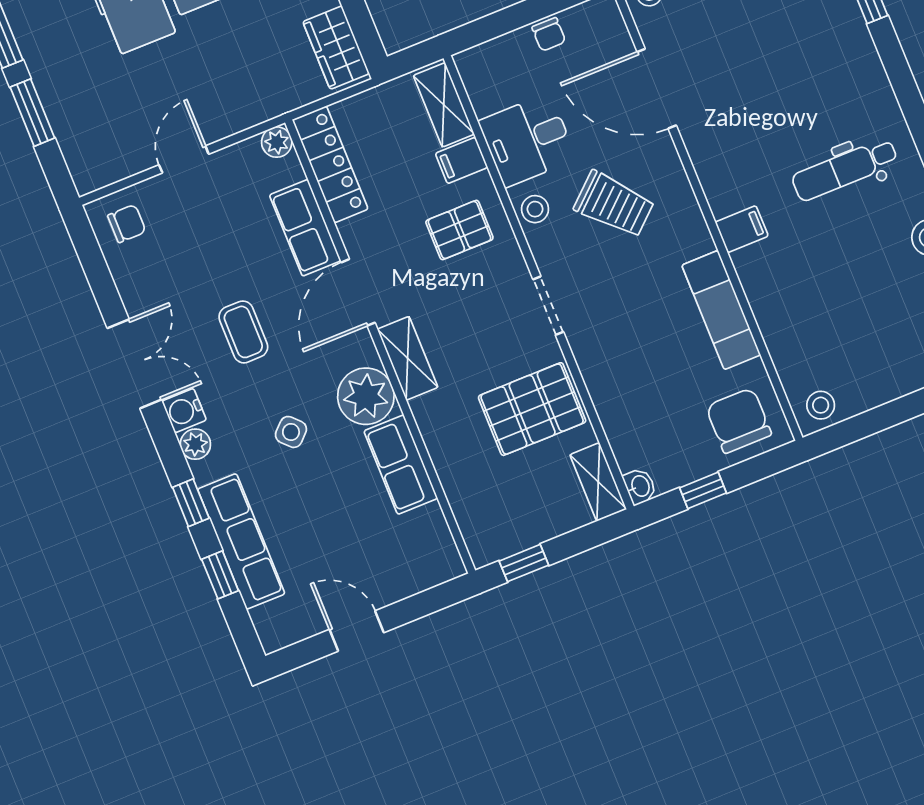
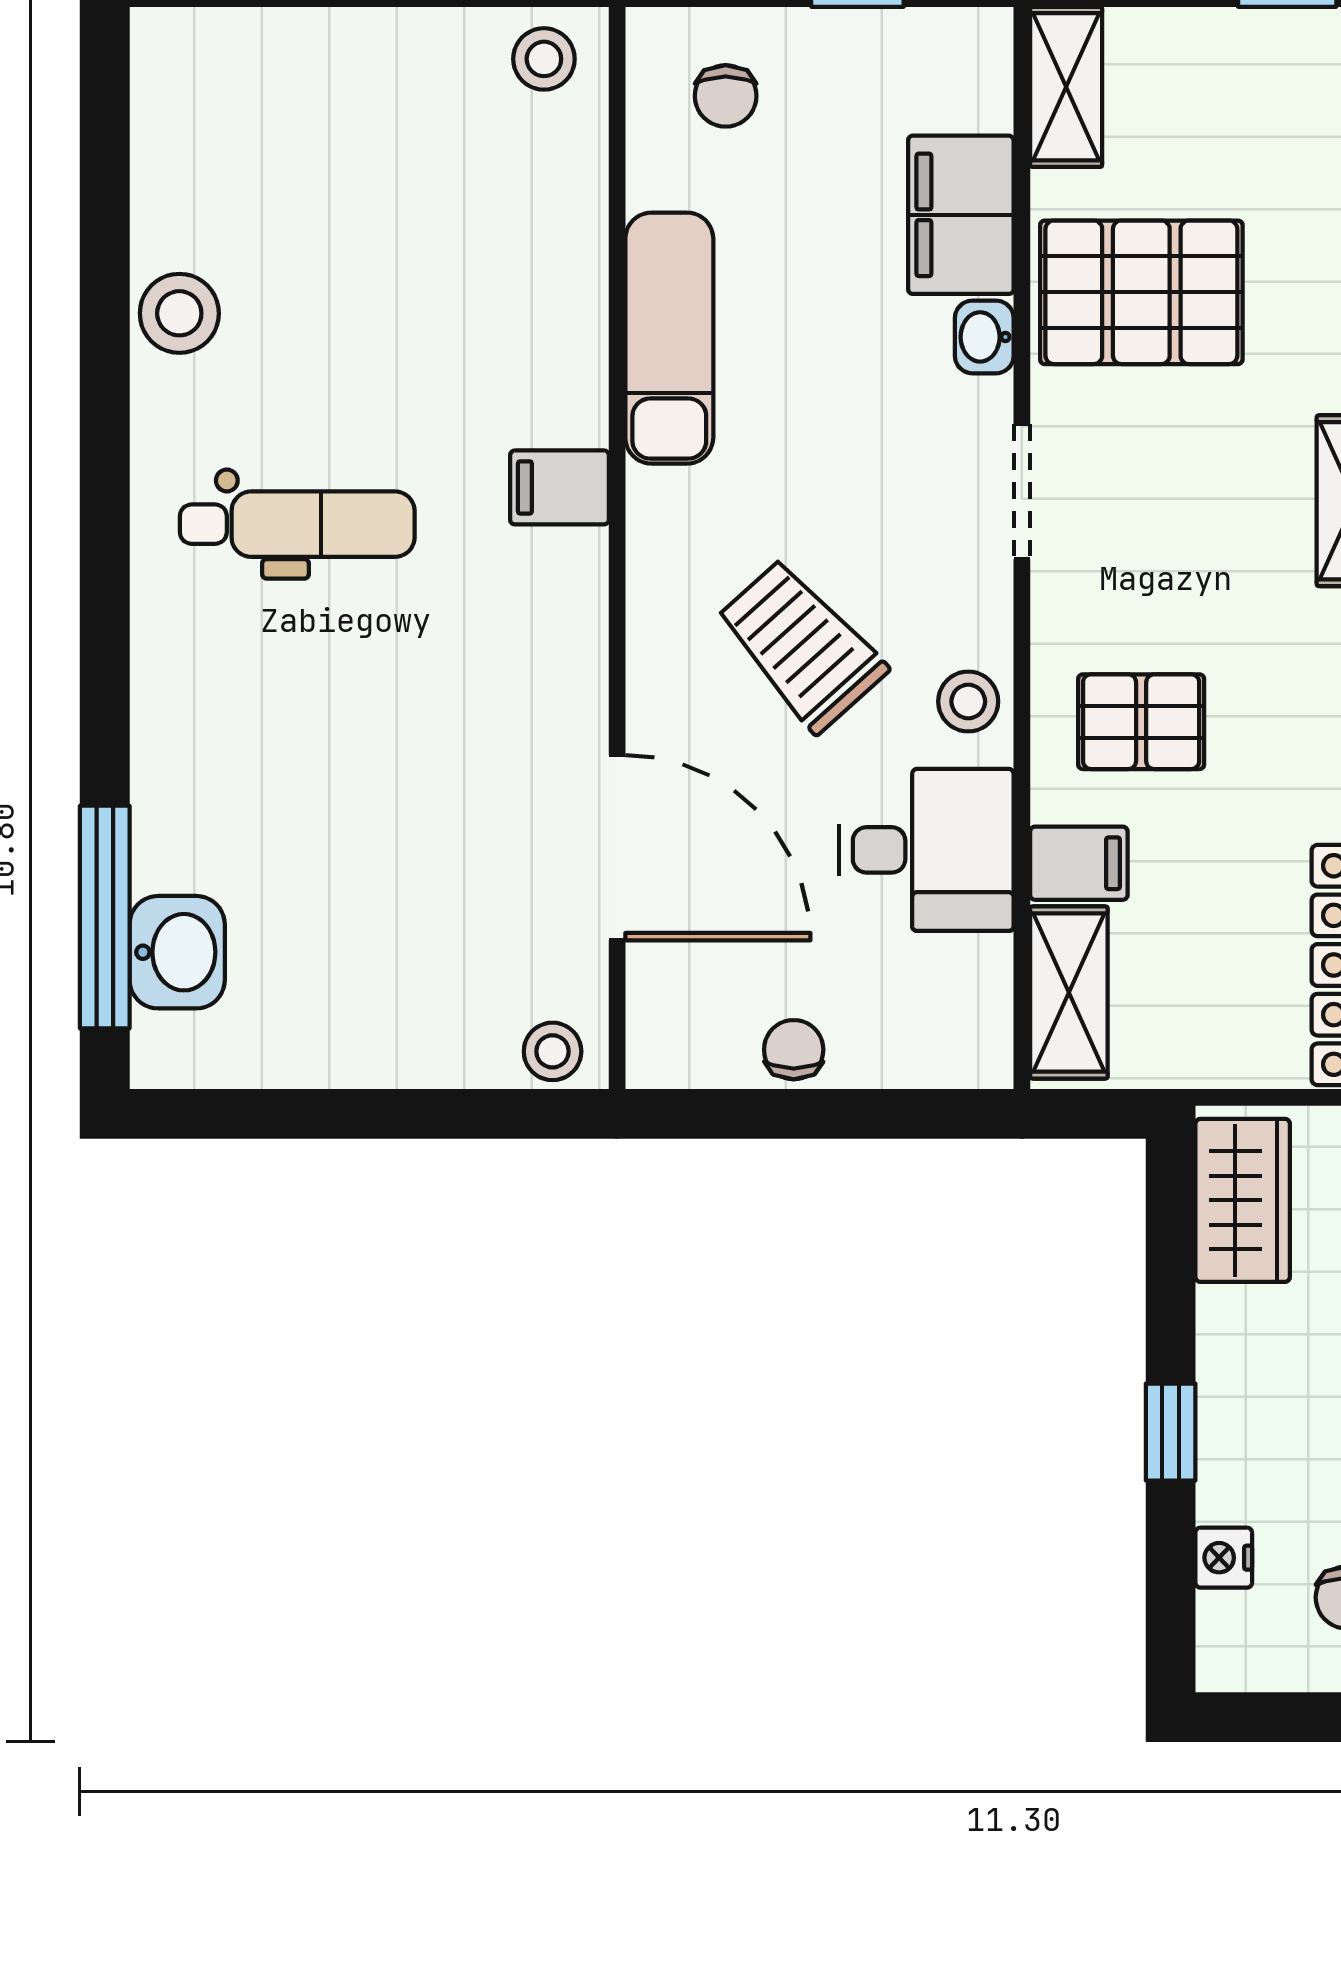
filing cabinet: (620, 411) -> (961, 215), added
chair: (739, 421) -> (726, 96), width x0.54, depth x0.54
washbasin: (640, 486) -> (984, 337), moved

